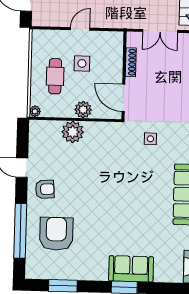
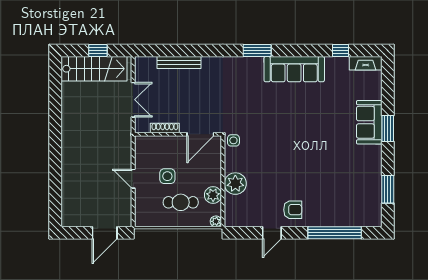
plant: (83, 110) -> (213, 195), moved
side table: (150, 139) -> (233, 140), moved
armchair: (45, 189) -> (293, 210), turned 94
armchair: (56, 234) -> (336, 197), removed

